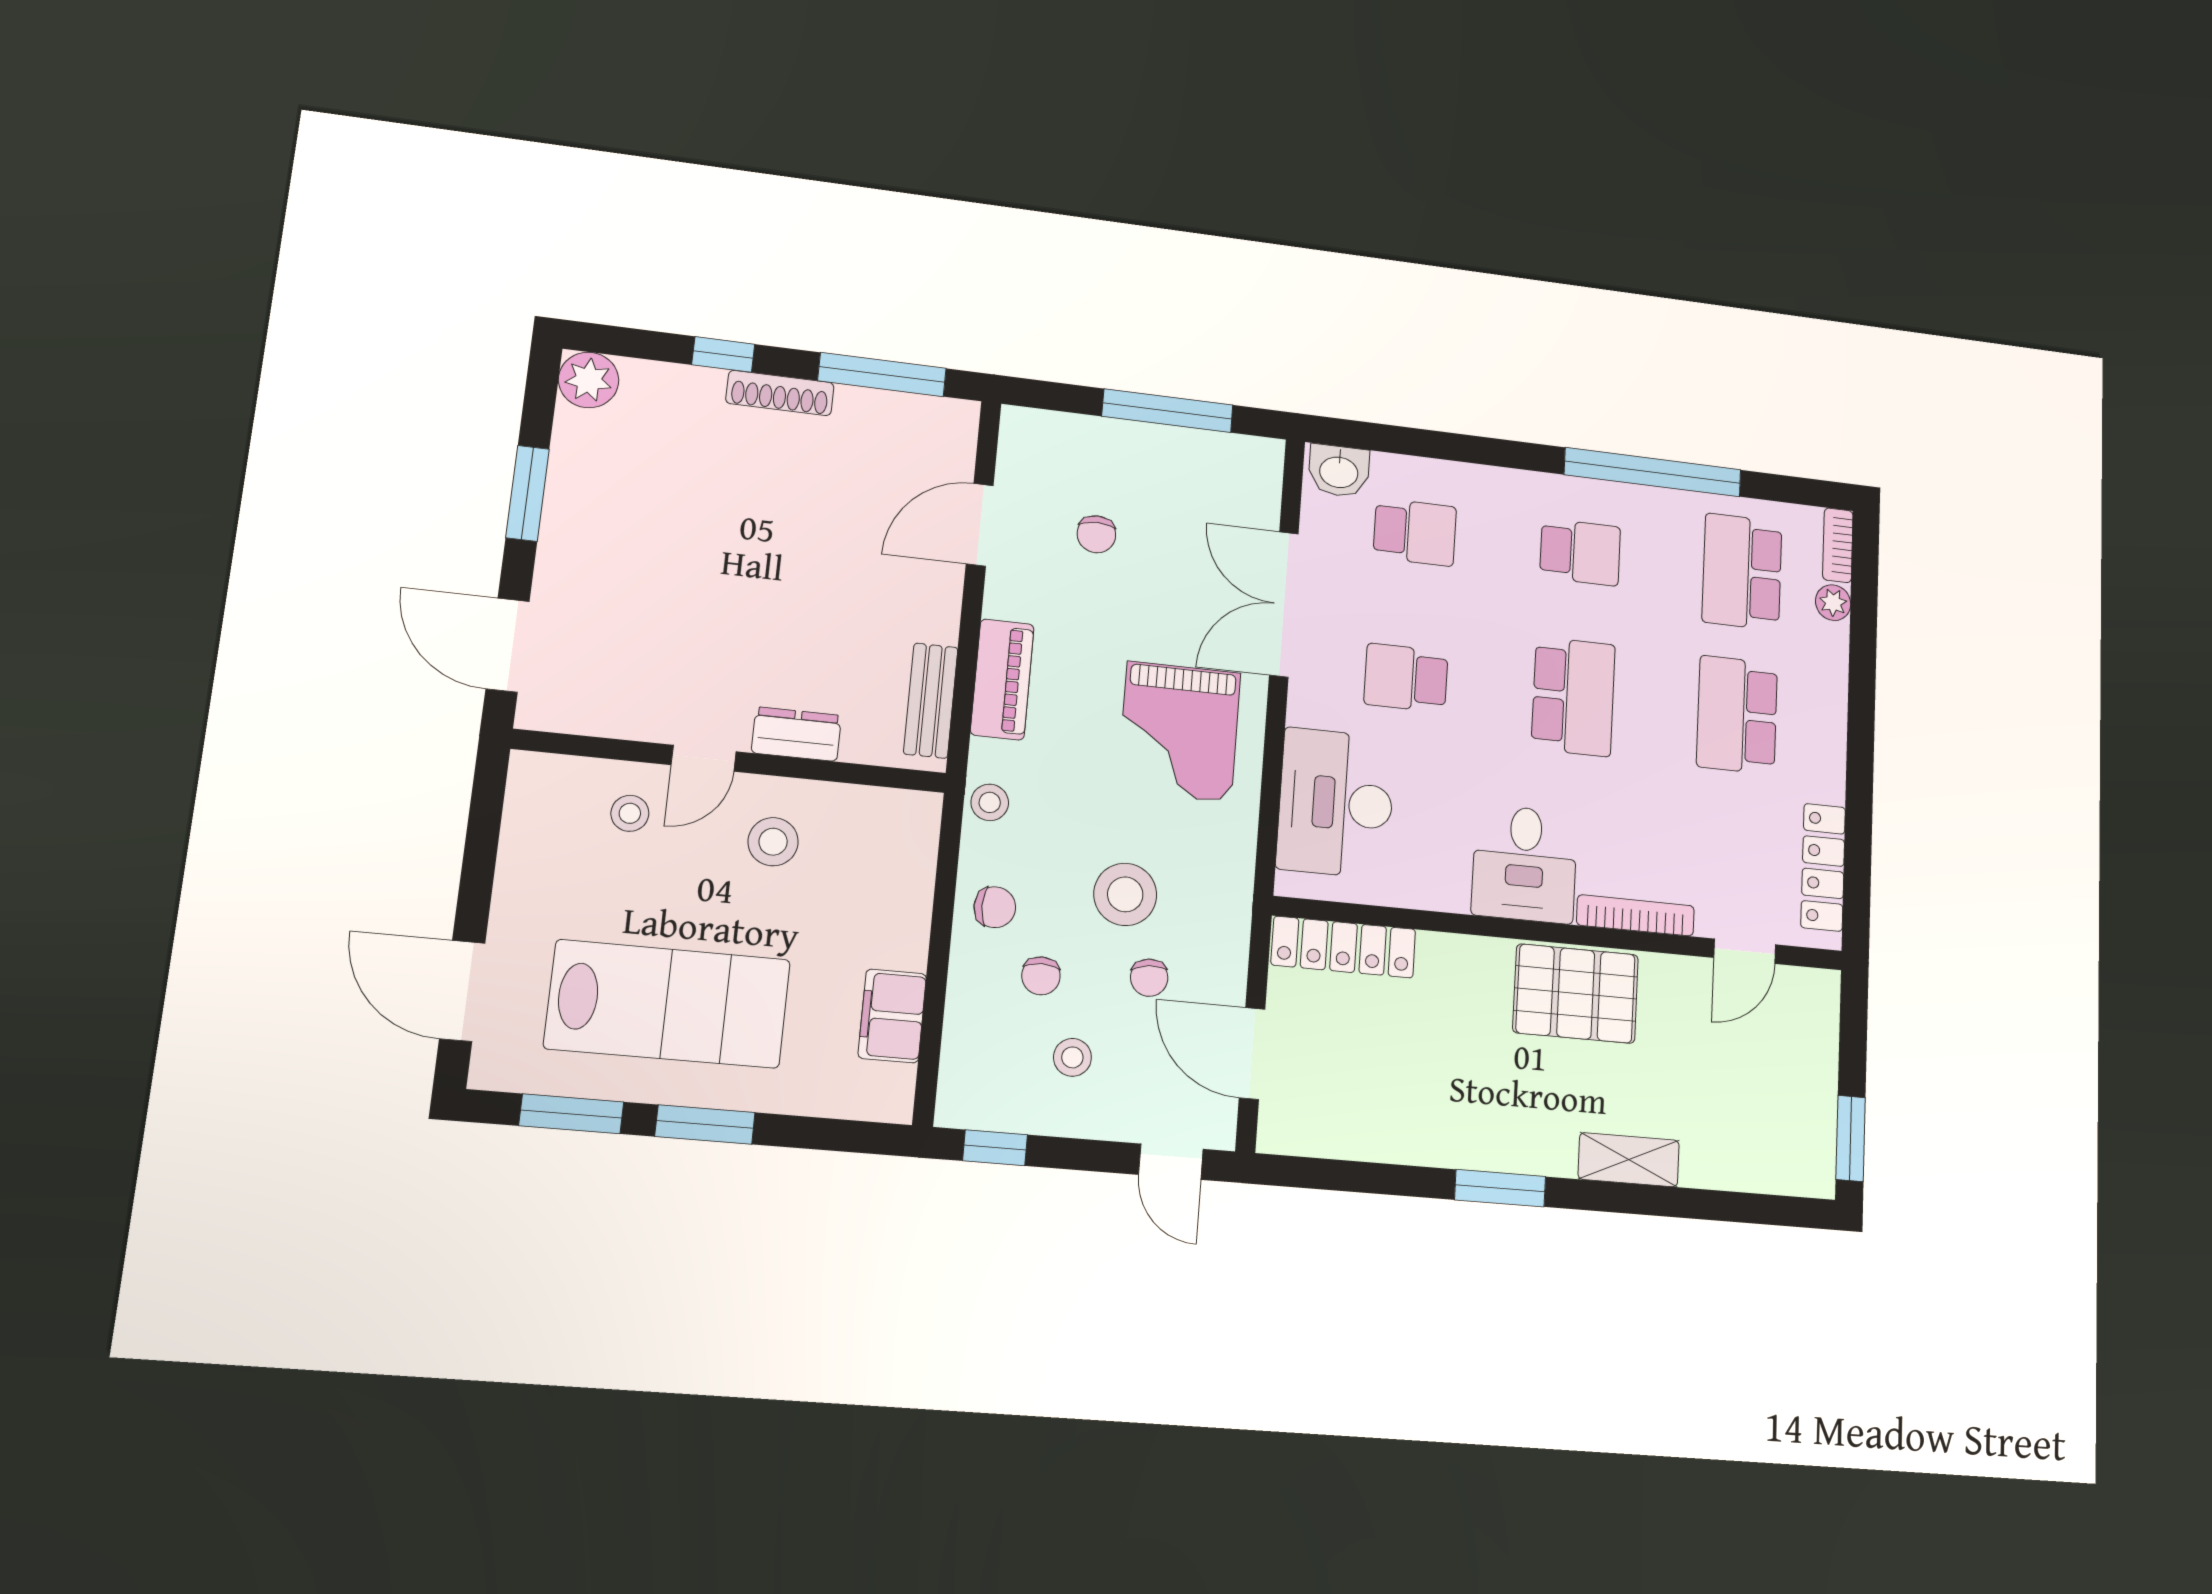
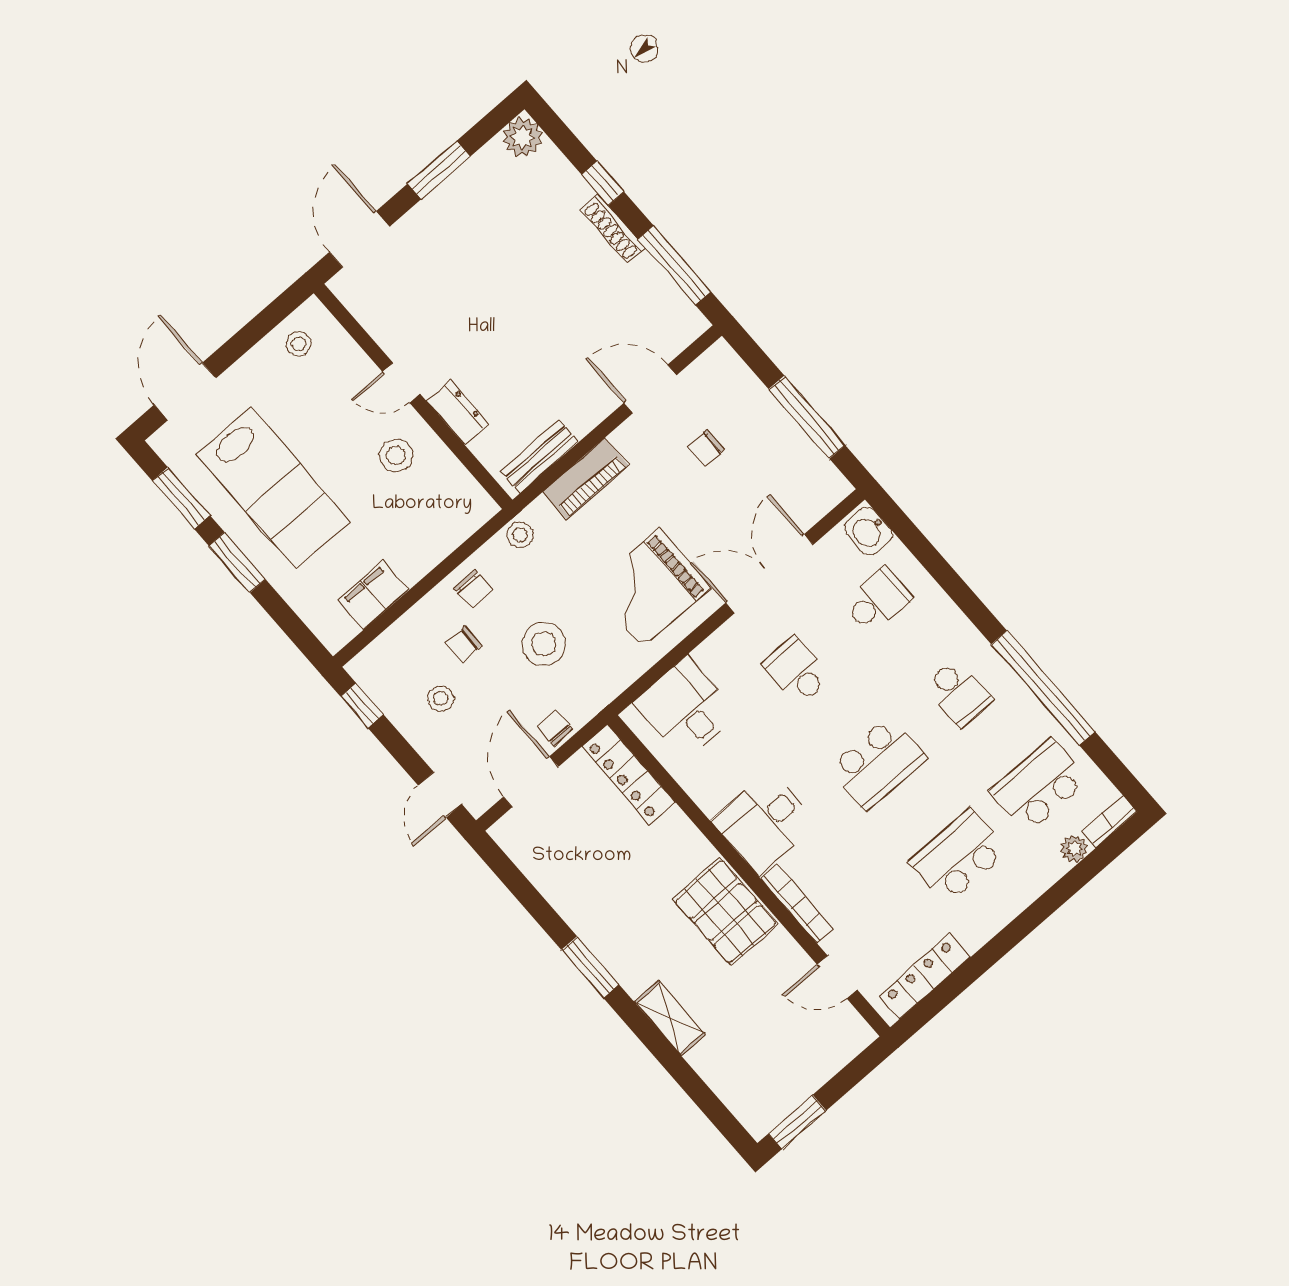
school desk: (1415, 532) -> (878, 600), turned -90
desk: (1336, 803) -> (686, 709), width x0.73
stool: (630, 813) -> (299, 344), moved
chair: (1149, 978) -> (555, 728), moved, turned 96

